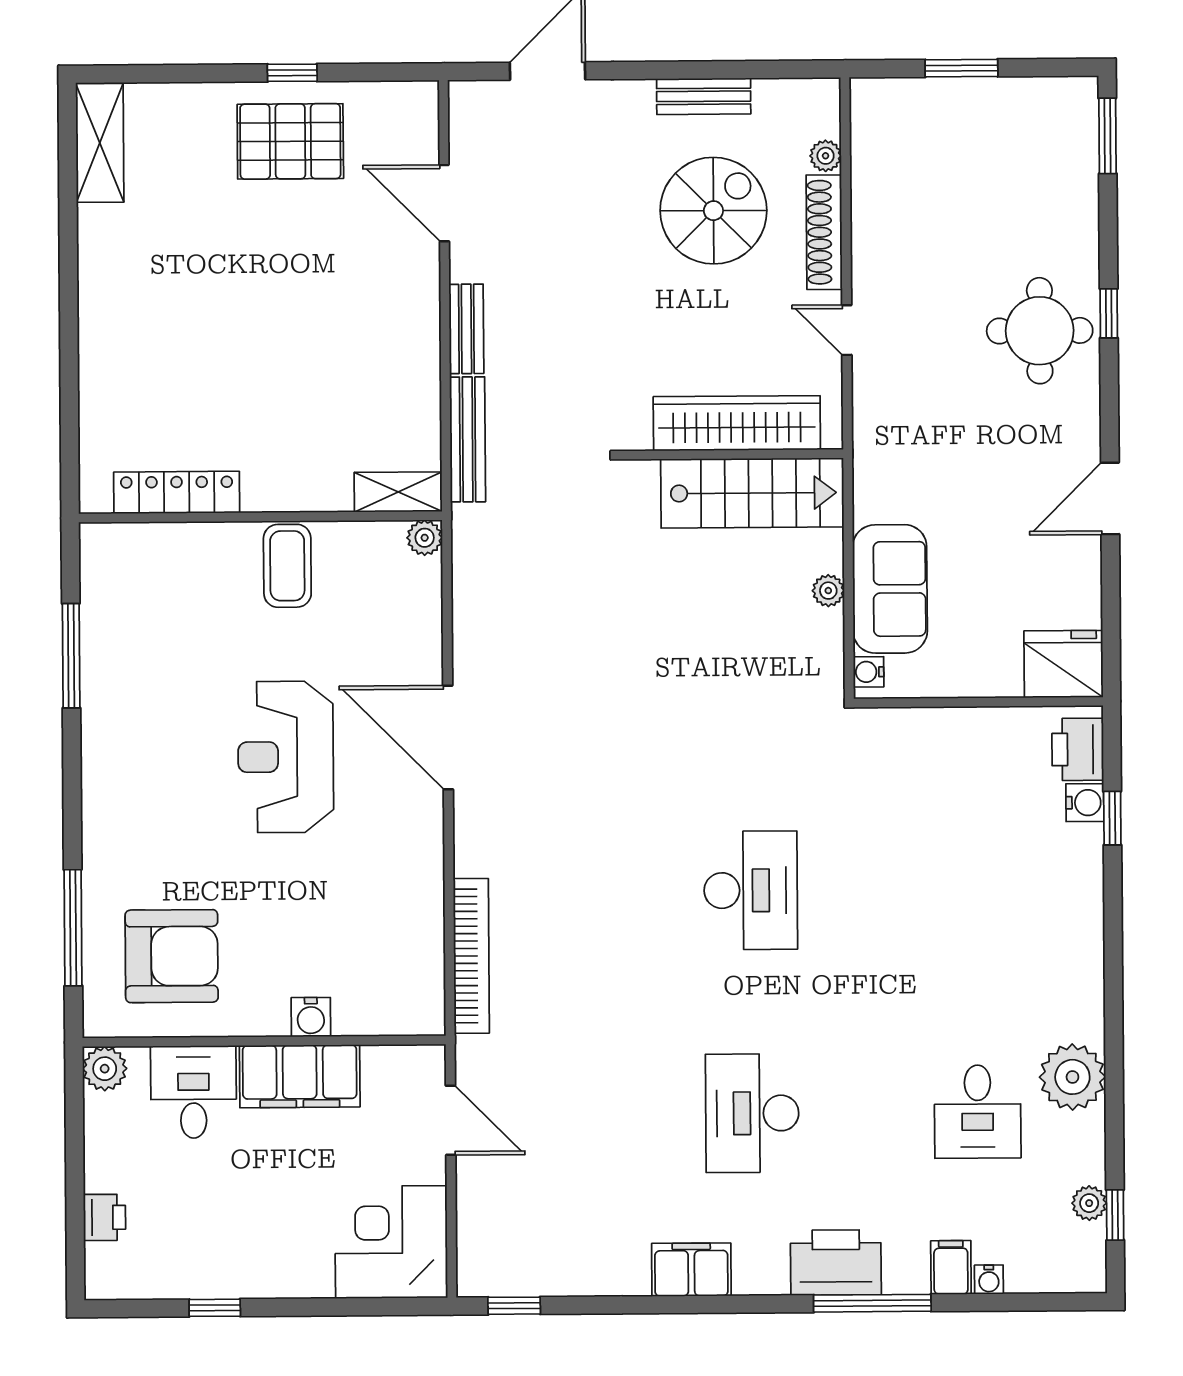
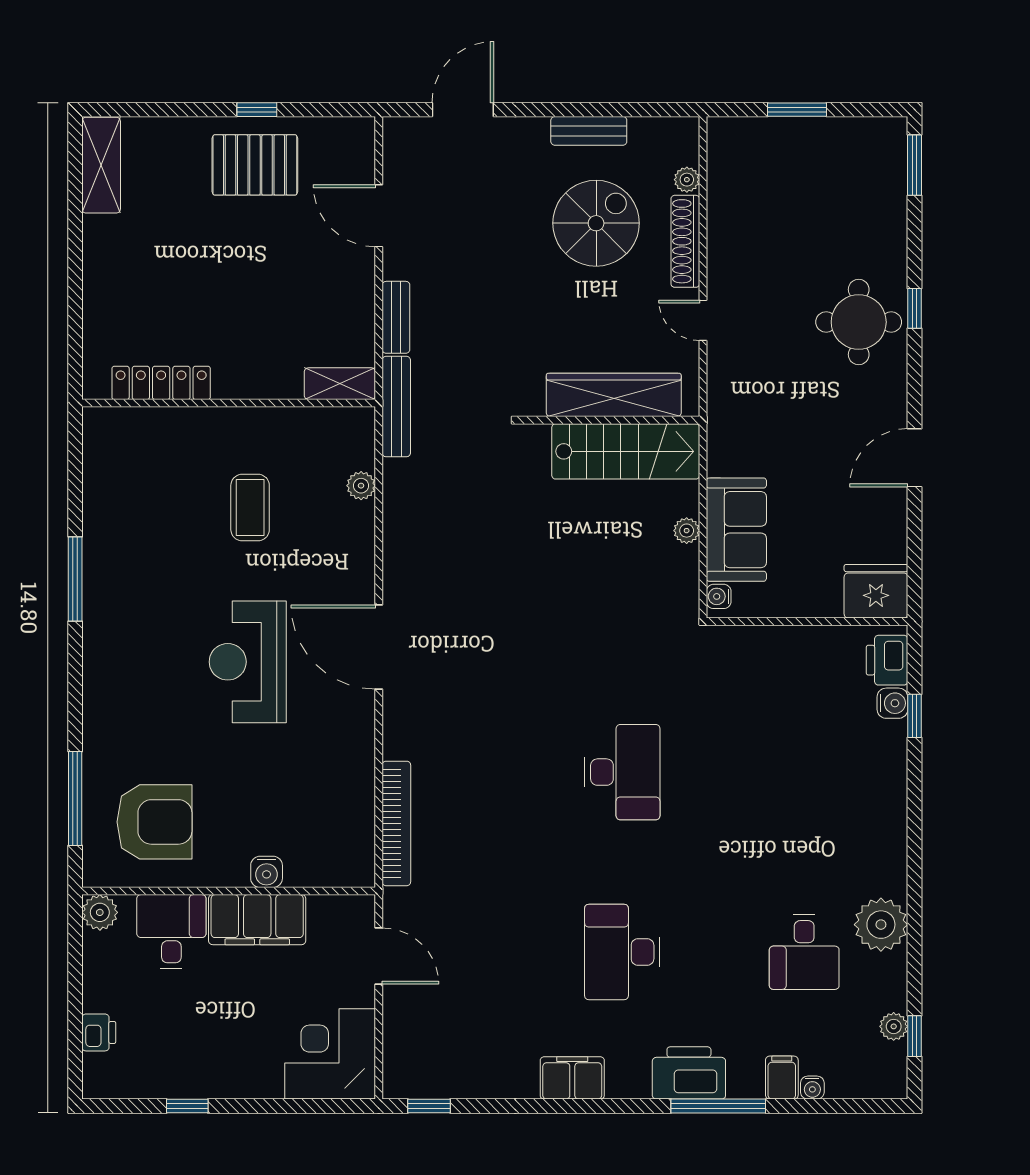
locker: (177, 492) -> (161, 383), moved
shelving: (398, 492) -> (340, 384), moved
wall: (260, 517) -> (229, 403), moved

